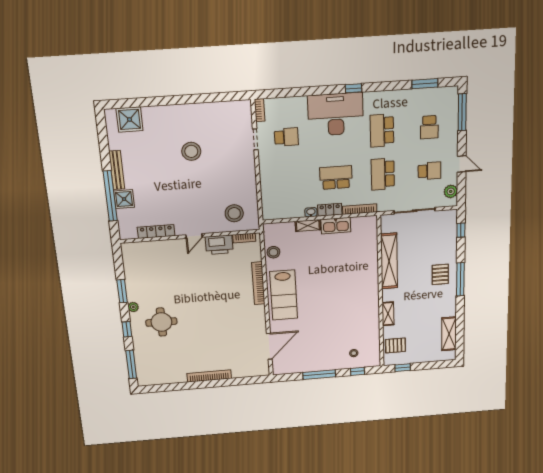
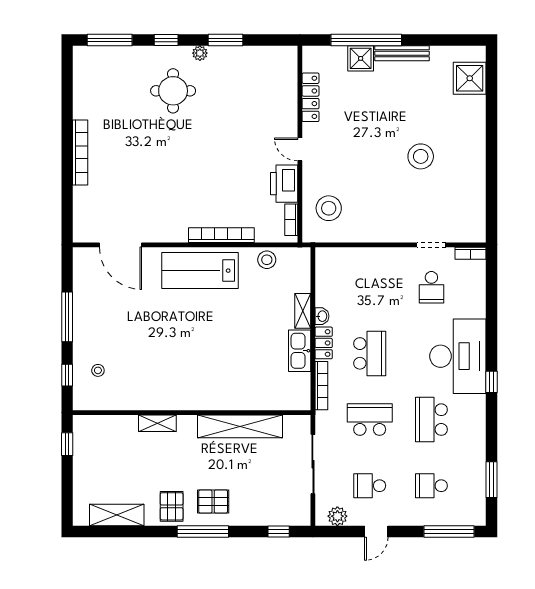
school desk: (382, 130) -> (431, 420), turned -90
school desk: (429, 171) -> (370, 486), turned 90
pallet: (395, 345) -> (172, 506), moved

